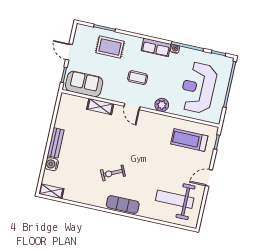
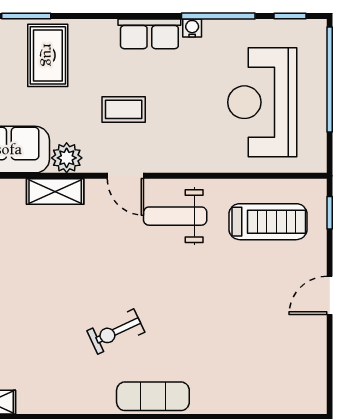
rug: (110, 47) -> (48, 55), turned 90
plant: (162, 105) -> (67, 158), moved
treadmill: (189, 140) -> (268, 222), turned 180
weight bench: (175, 199) -> (175, 216), moved, width x0.73, depth x0.75

